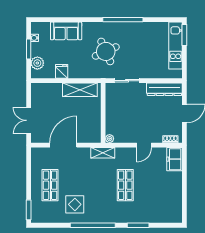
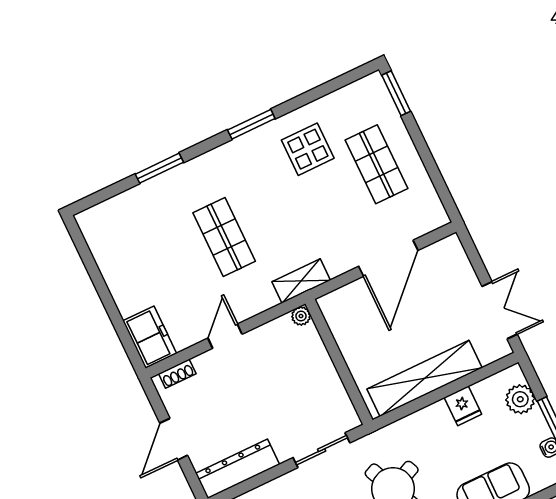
shelving: (80, 90) -> (425, 378), width x1.47
double door: (29, 120) -> (500, 310), moved
window: (93, 225) -> (251, 124), width x0.47

